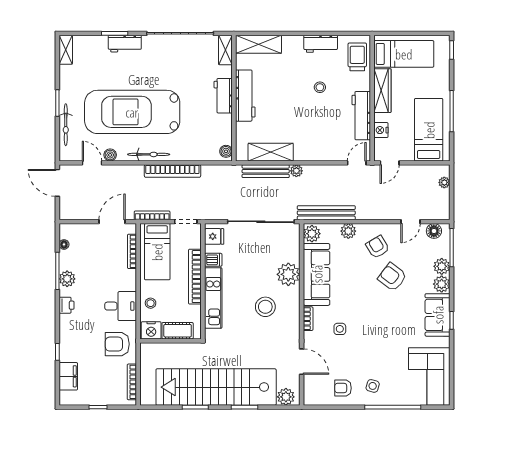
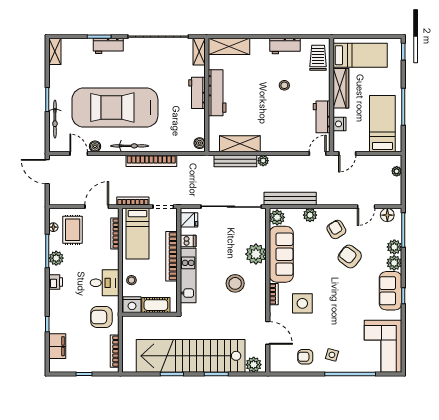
workbench: (361, 116) -> (322, 117), width x0.73
rug: (85, 247) -> (73, 230), added
side table: (340, 329) -> (302, 303), width x1.87, depth x1.87

